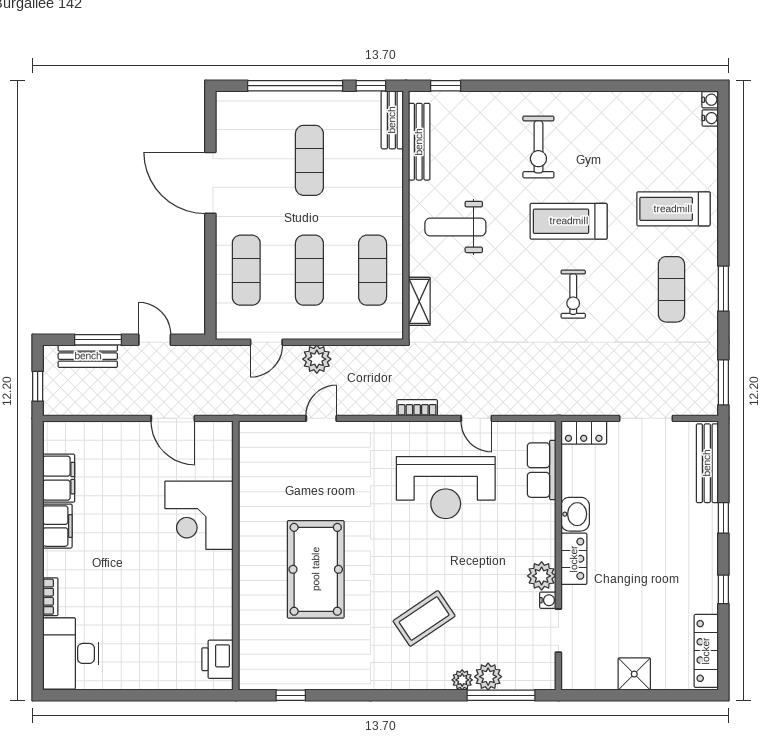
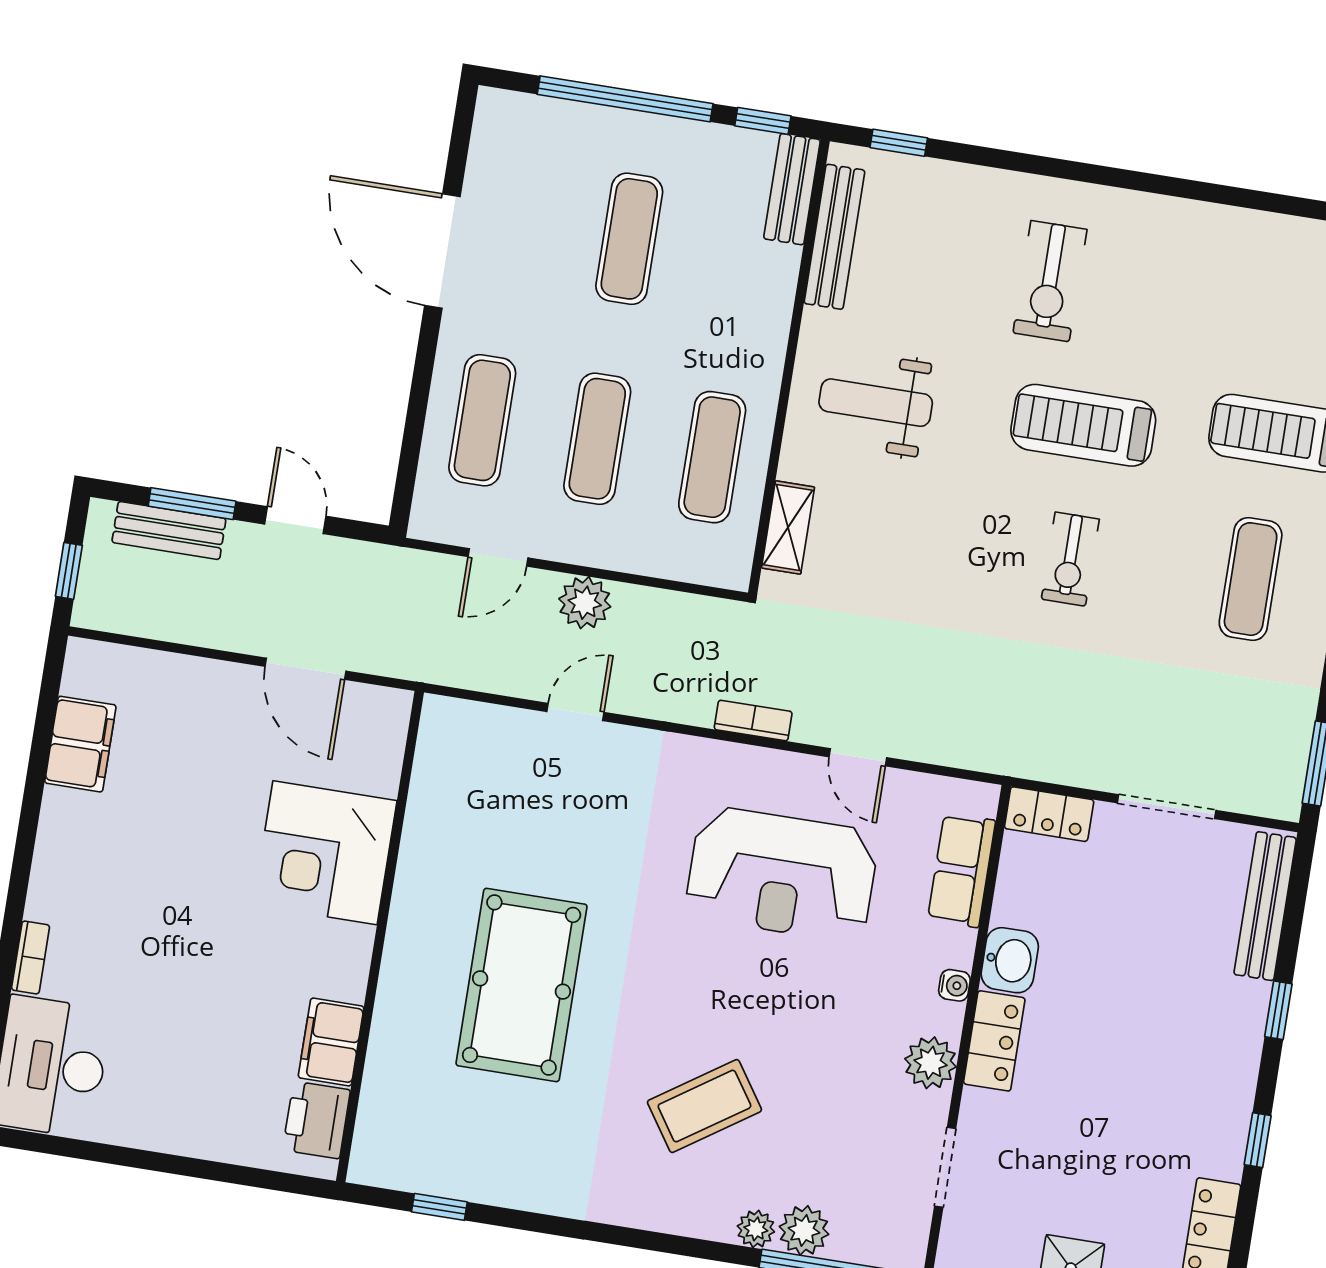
filing cabinet: (57, 526) -> (331, 1042), moved, turned 180
water cooler: (548, 600) -> (954, 985), moved

